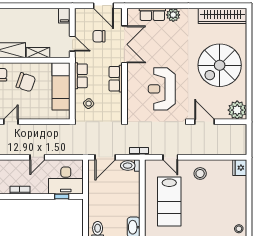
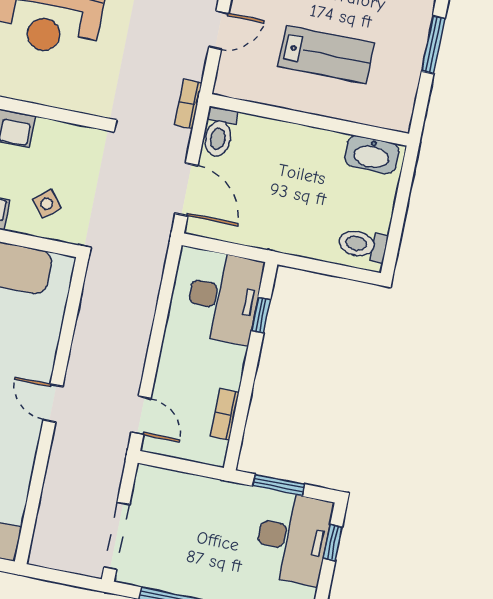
door: (37, 157) -> (141, 416), moved
lab bench: (169, 201) -> (326, 55), width x0.73, depth x0.72

